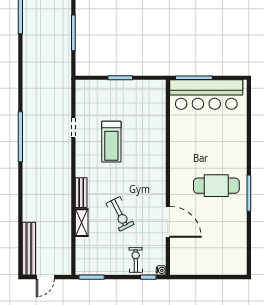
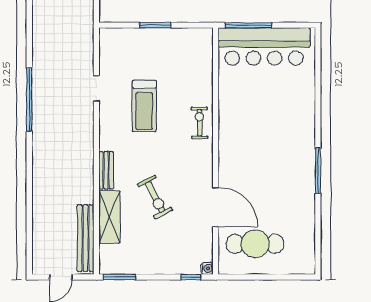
cafe table: (216, 186) -> (255, 244), moved
shelving: (82, 223) -> (109, 217), width x1.50, depth x1.33
bench: (29, 249) -> (86, 238), moved
exercise bike: (136, 260) -> (199, 123), moved

